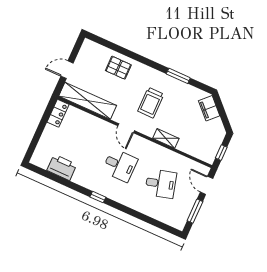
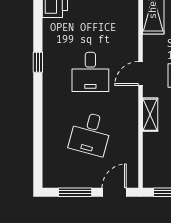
door: (126, 128) -> (140, 73), moved
desk: (161, 184) -> (90, 134), turned 30

